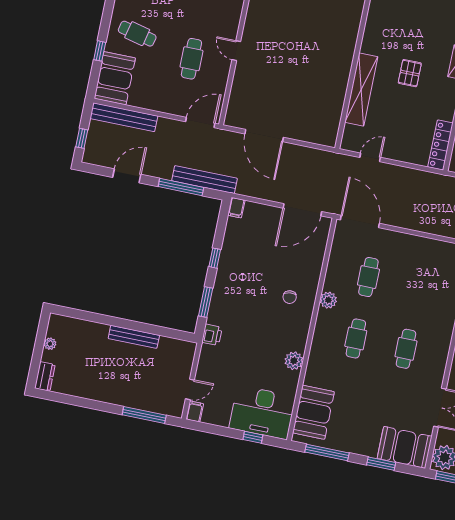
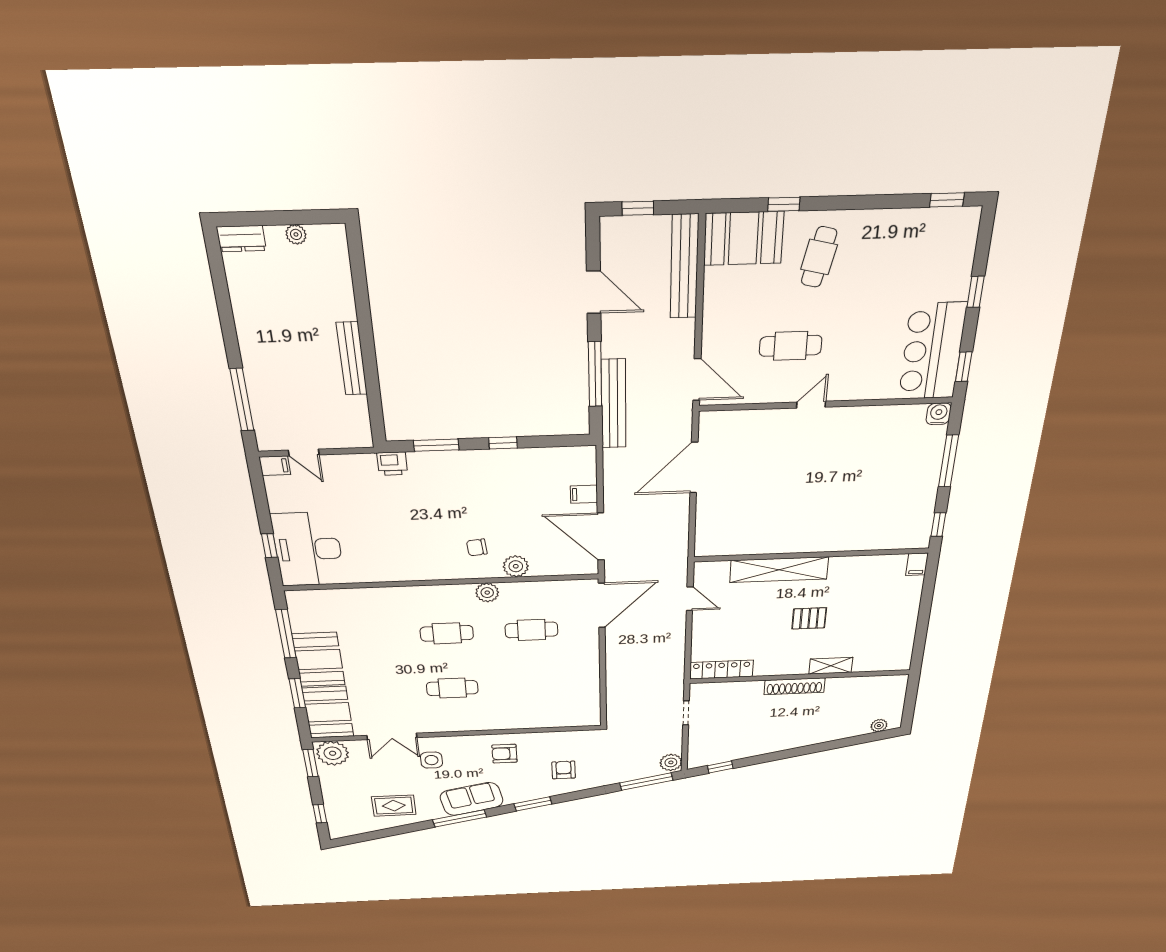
filing cabinet: (236, 208) -> (584, 494), moved
plant: (294, 361) -> (516, 566), moved
booth: (313, 412) -> (319, 660), moved, turned 90

